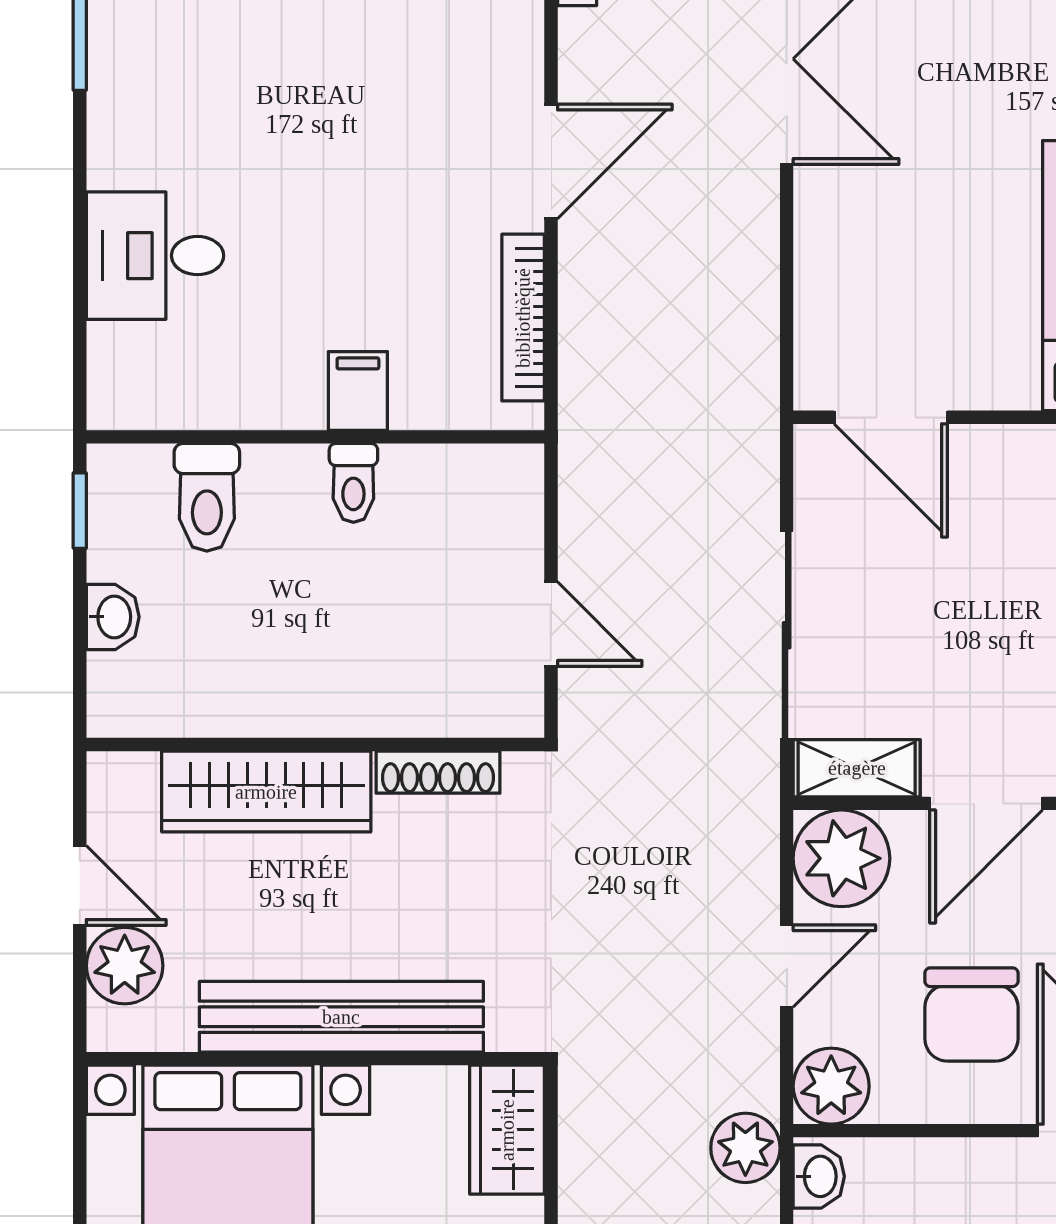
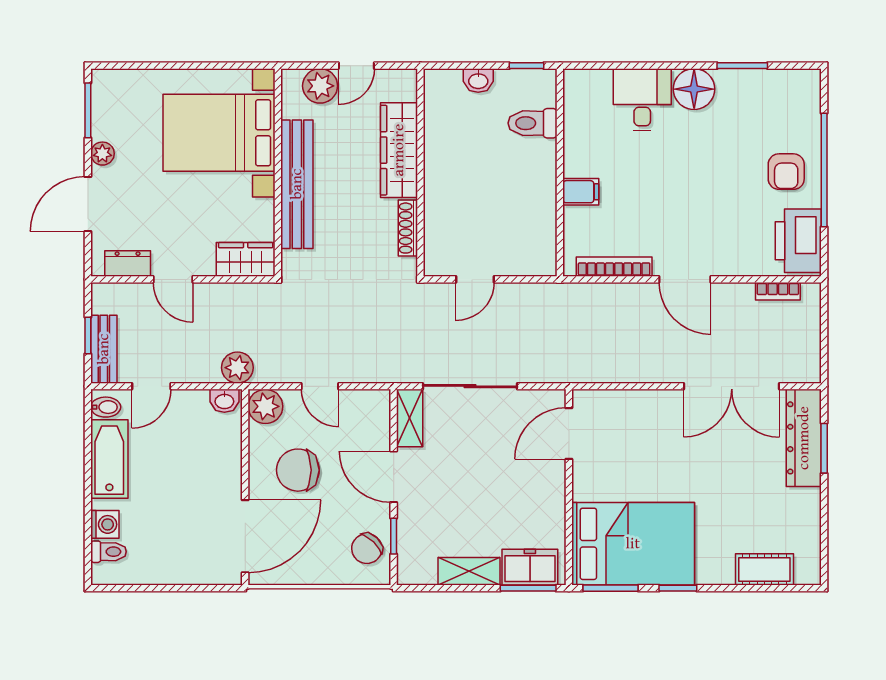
floor lamp: (132, 141) -> (694, 89), added
toilet: (353, 483) -> (539, 190), removed
plant: (841, 858) -> (369, 411), removed

